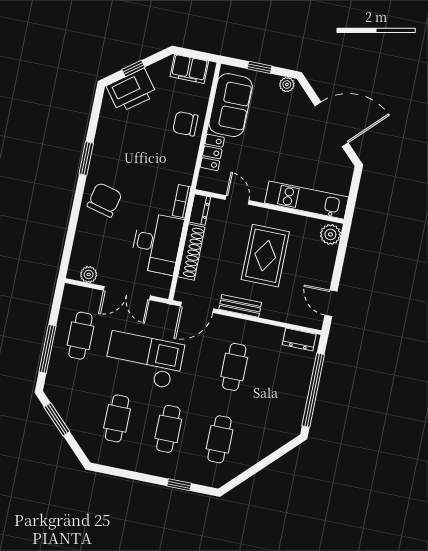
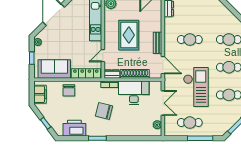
printer: (132, 91) -> (74, 128), moved, turned -53
locker: (212, 152) -> (86, 74), width x1.53
chair: (105, 200) -> (104, 111), moved
rug: (265, 256) -> (129, 35), turned 90
checkout: (144, 360) -> (196, 87), turned 180

